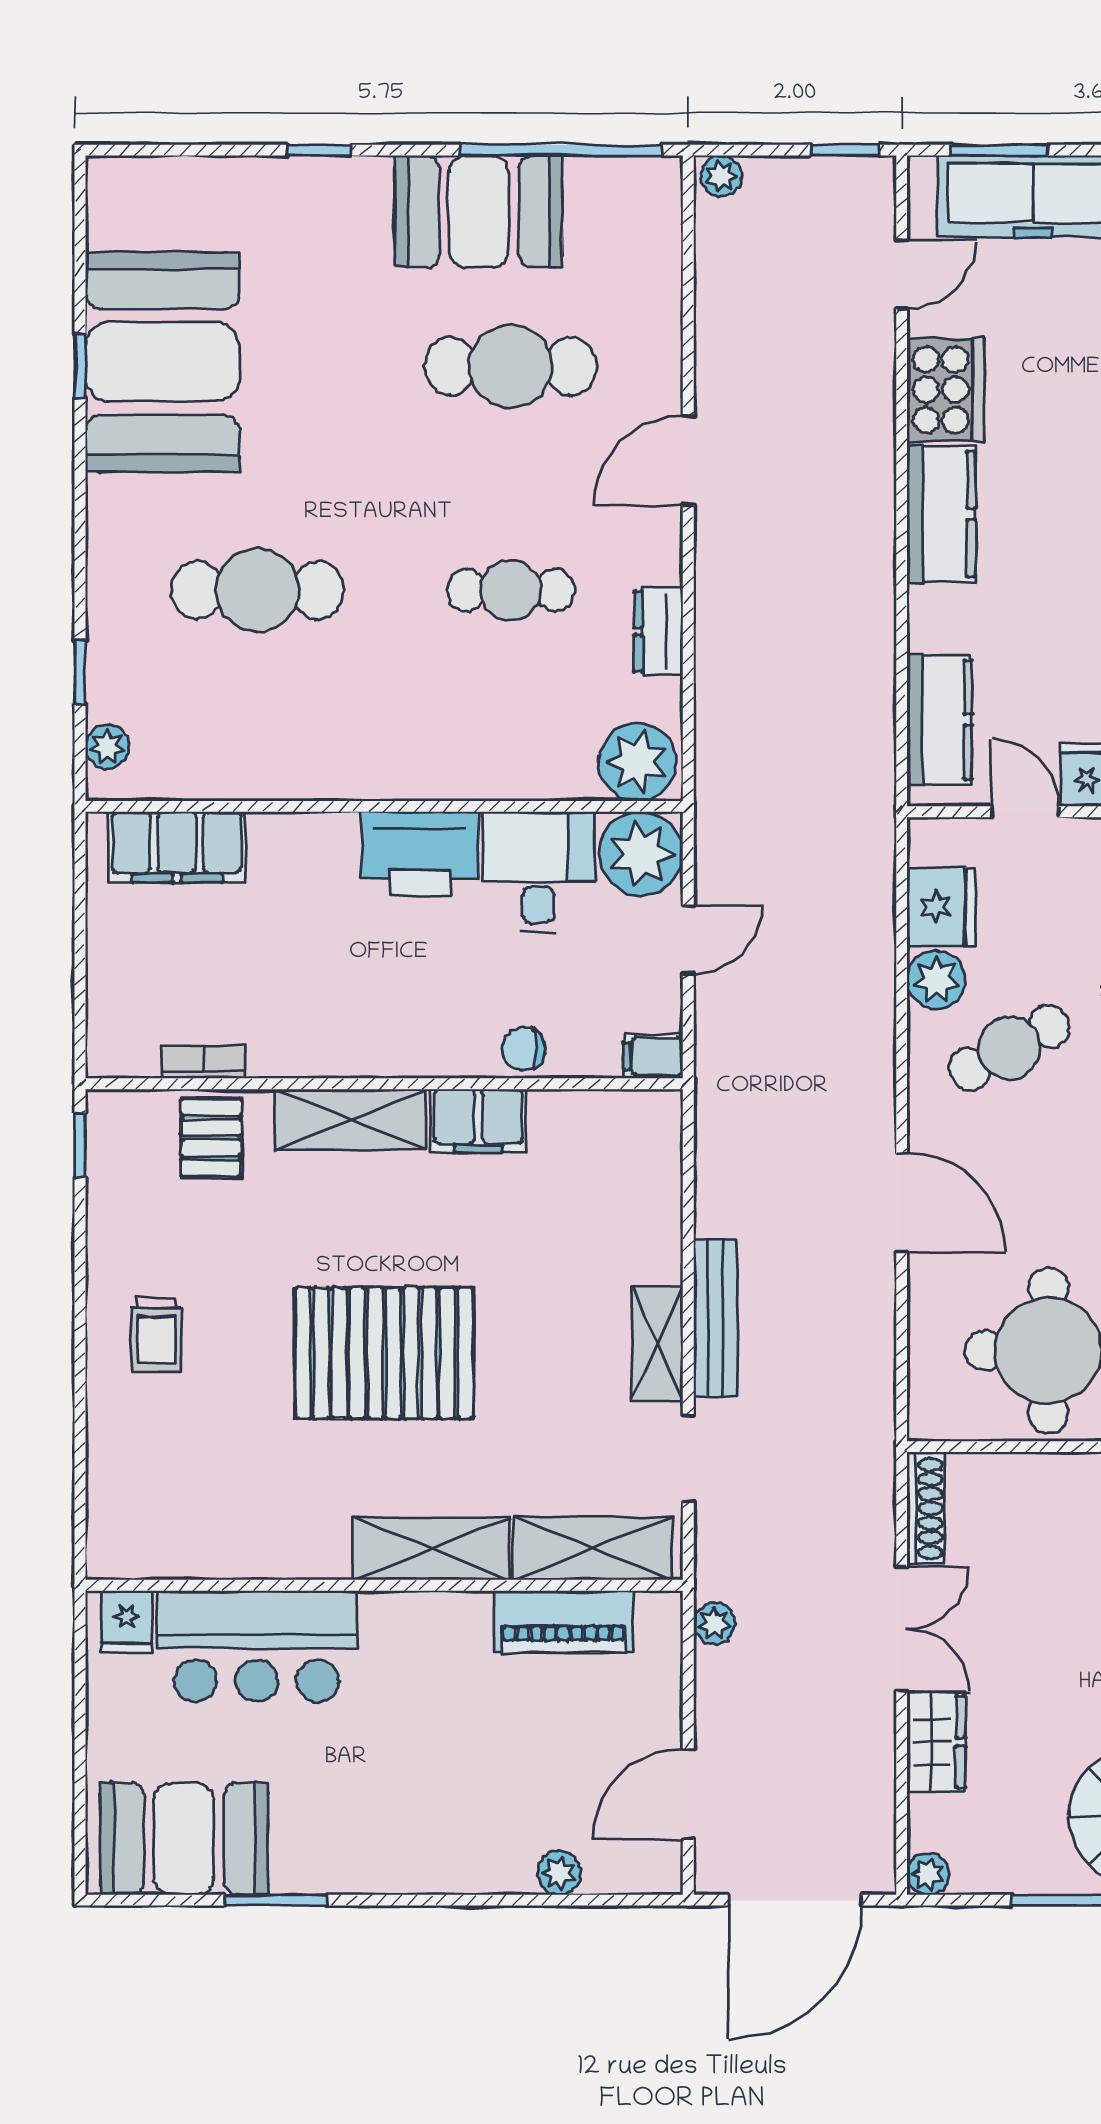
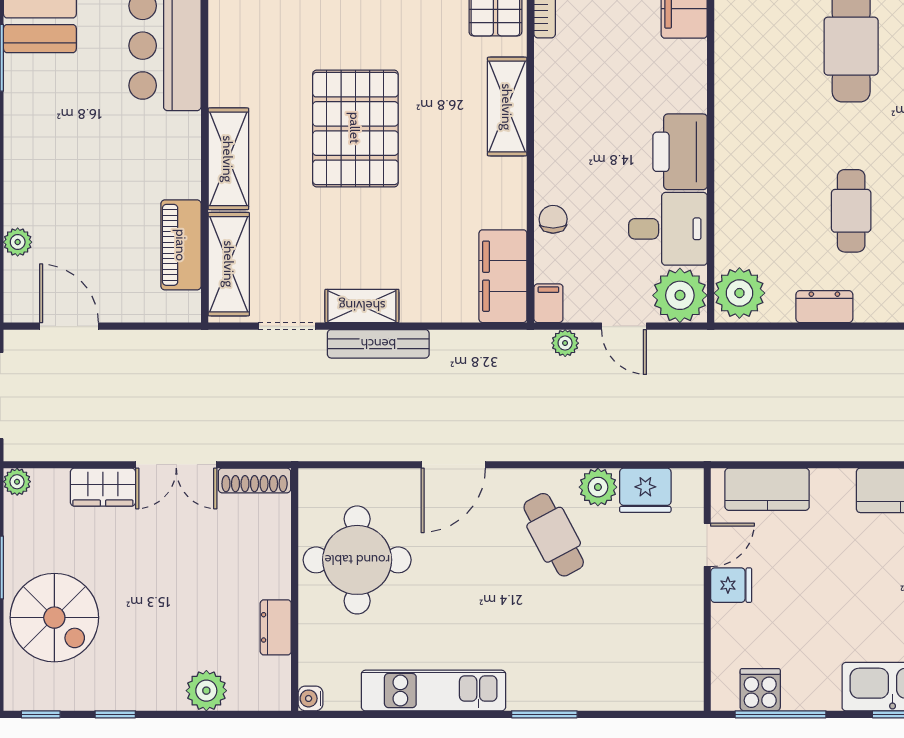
filing cabinet: (478, 1121) -> (503, 276), moved, width x1.50, depth x1.17
plant: (714, 1624) -> (565, 343), moved

